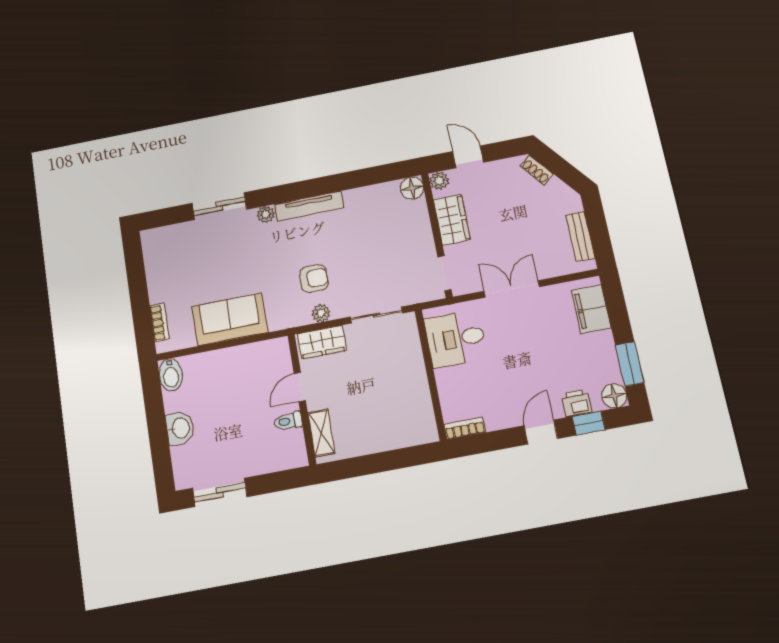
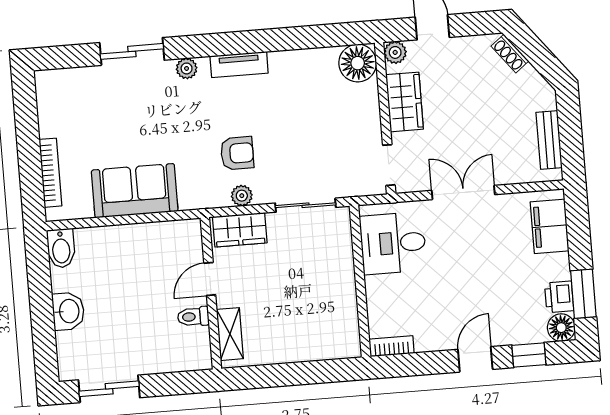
floor lamp: (412, 188) -> (358, 63), width x1.38, depth x1.38
tv unit: (309, 206) -> (239, 65), width x0.71
bookcase: (159, 322) -> (50, 173), width x1.56
printer: (577, 403) -> (559, 297), moved, turned -90

